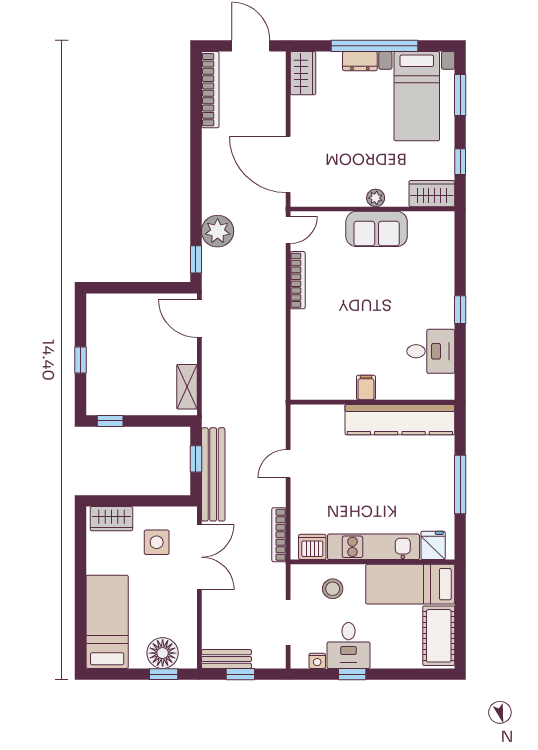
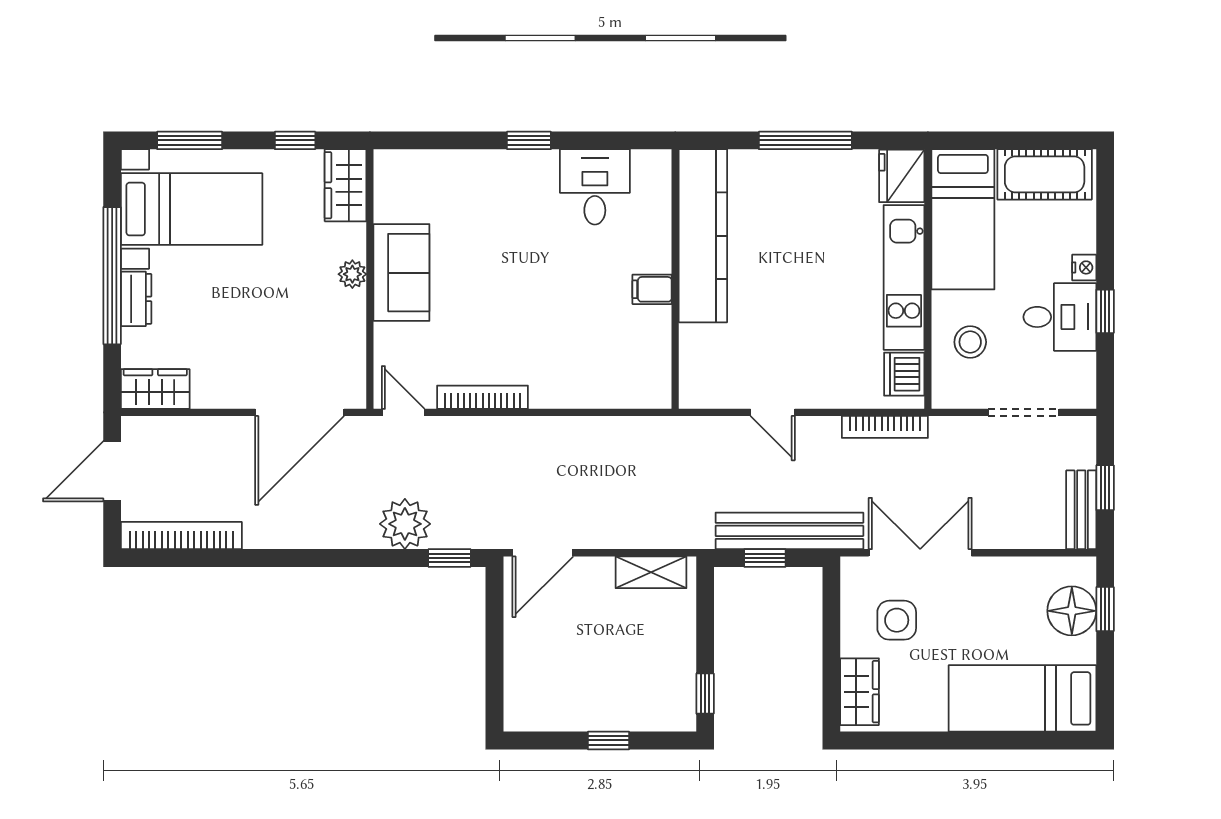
fridge: (433, 545) -> (902, 176), width x1.38
nightstand: (317, 661) -> (1084, 267), moved

